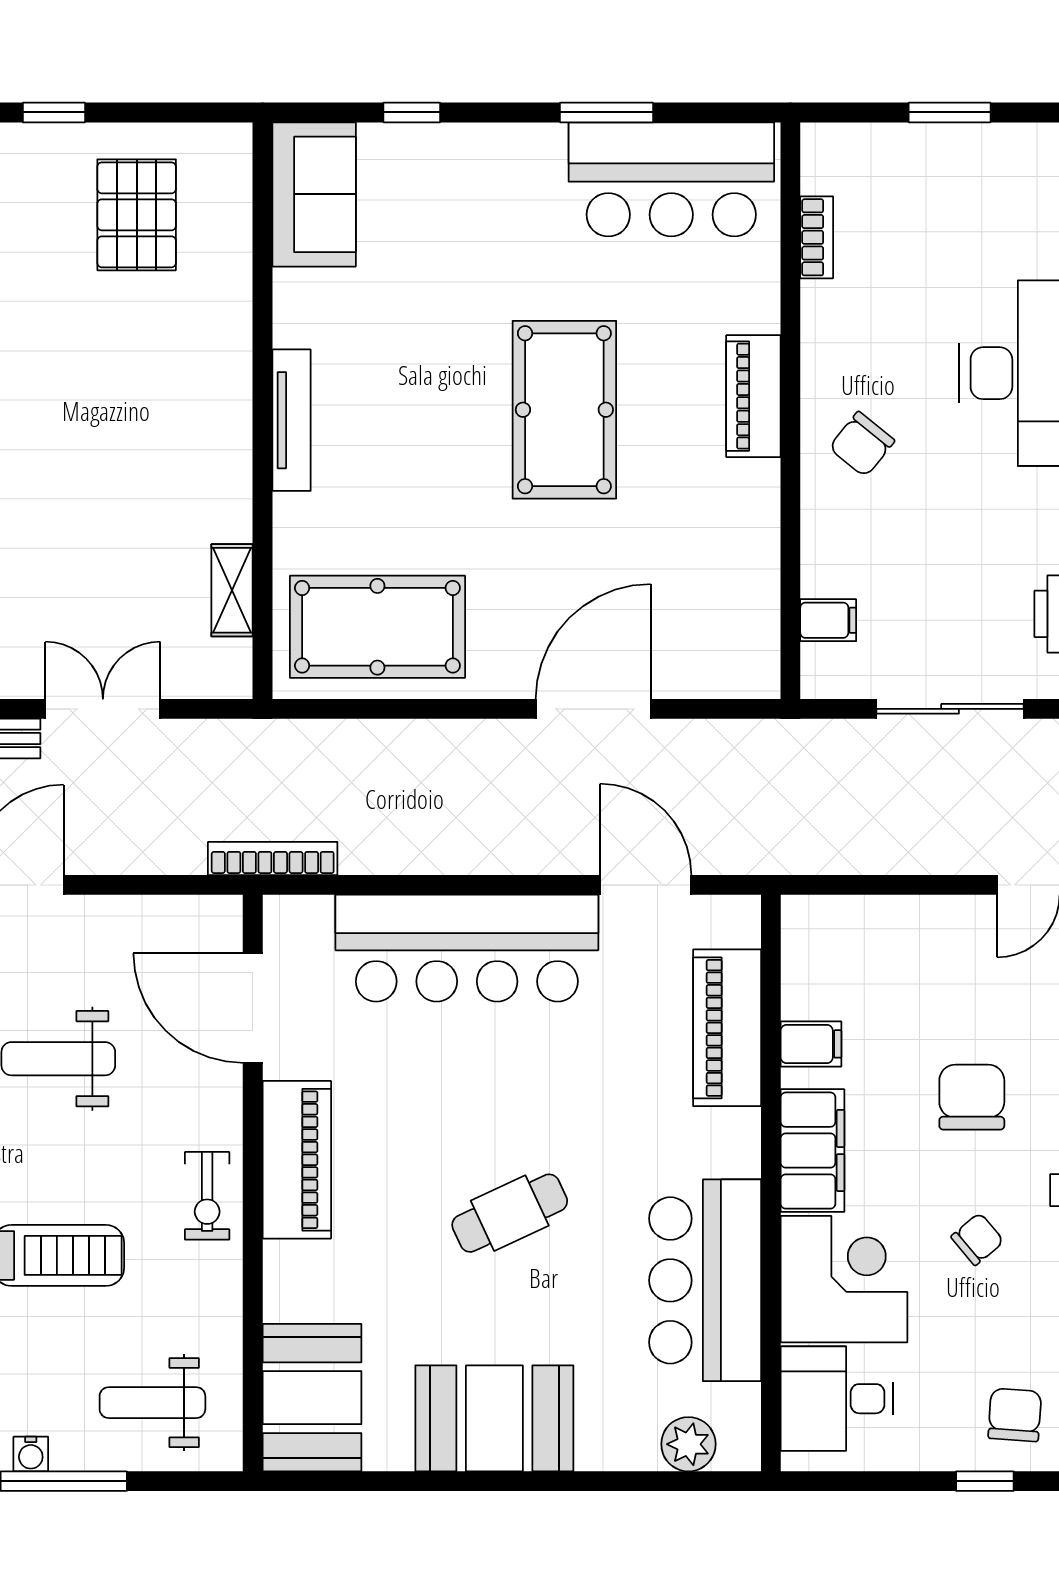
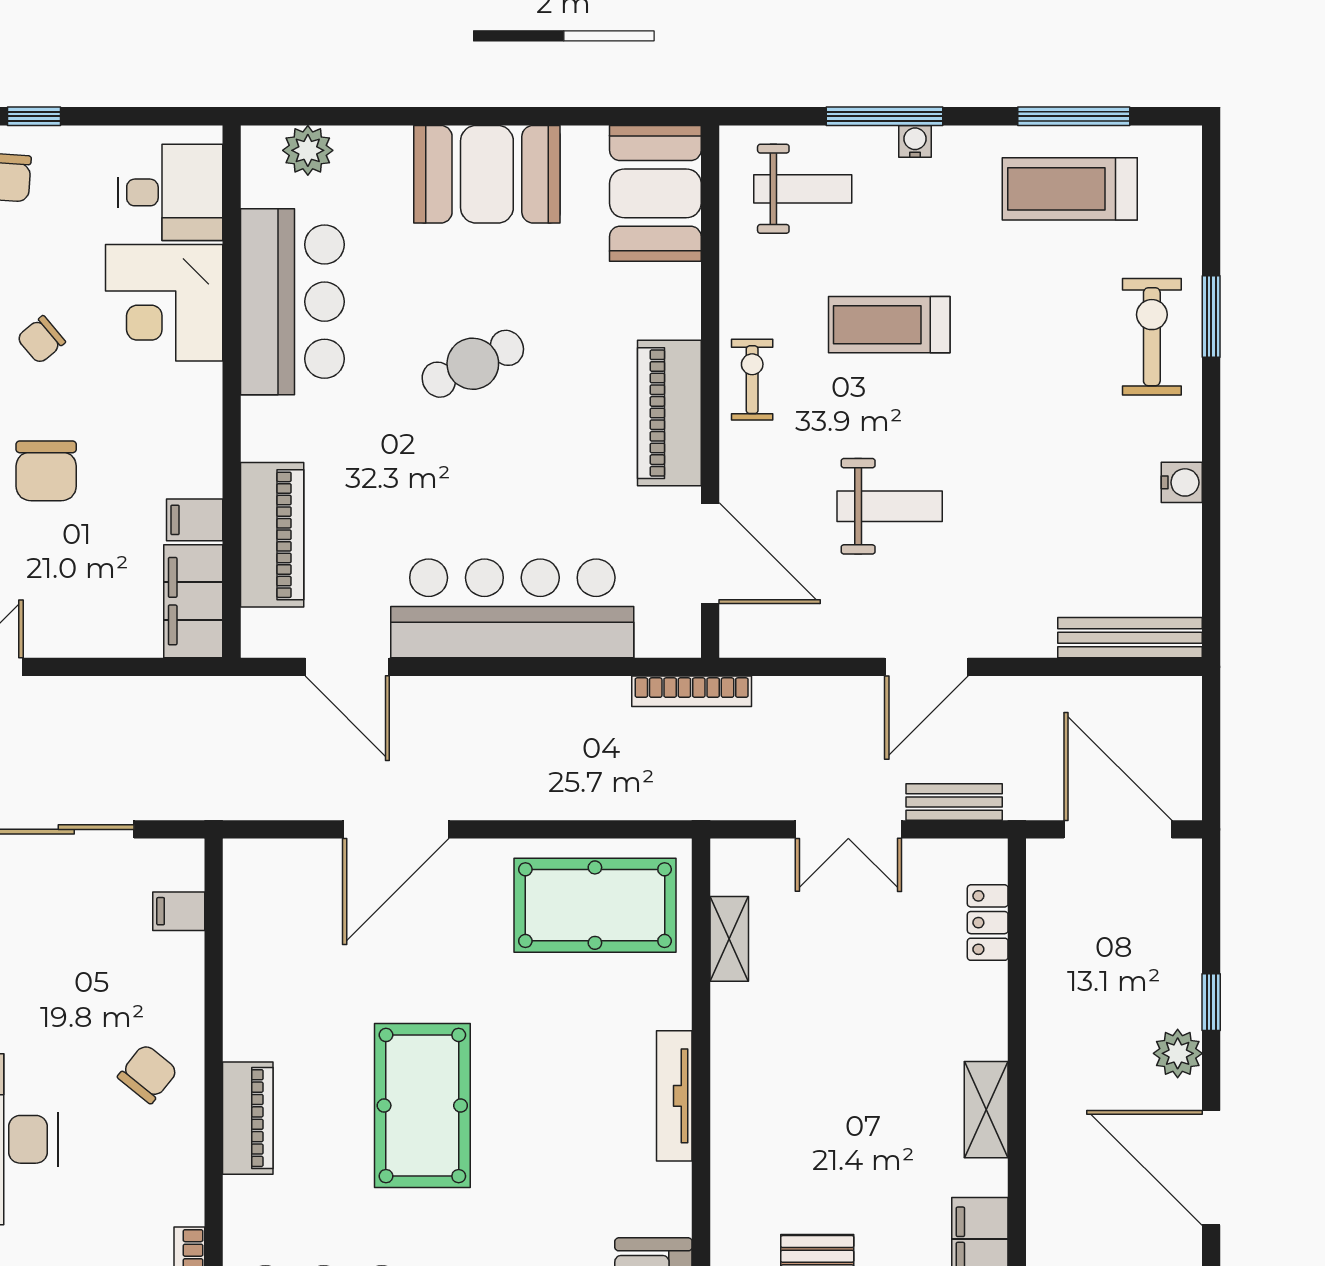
filing cabinet: (812, 1151) -> (193, 601), moved

